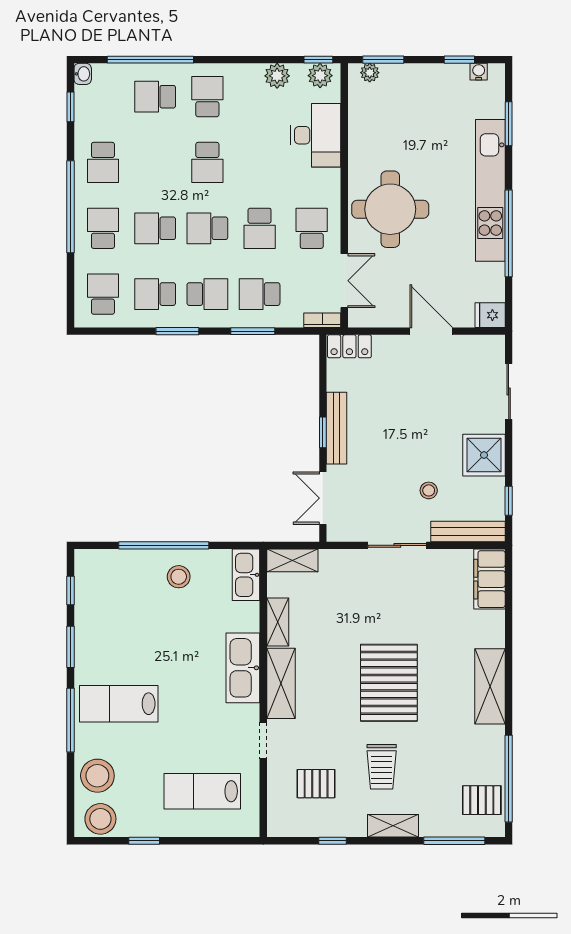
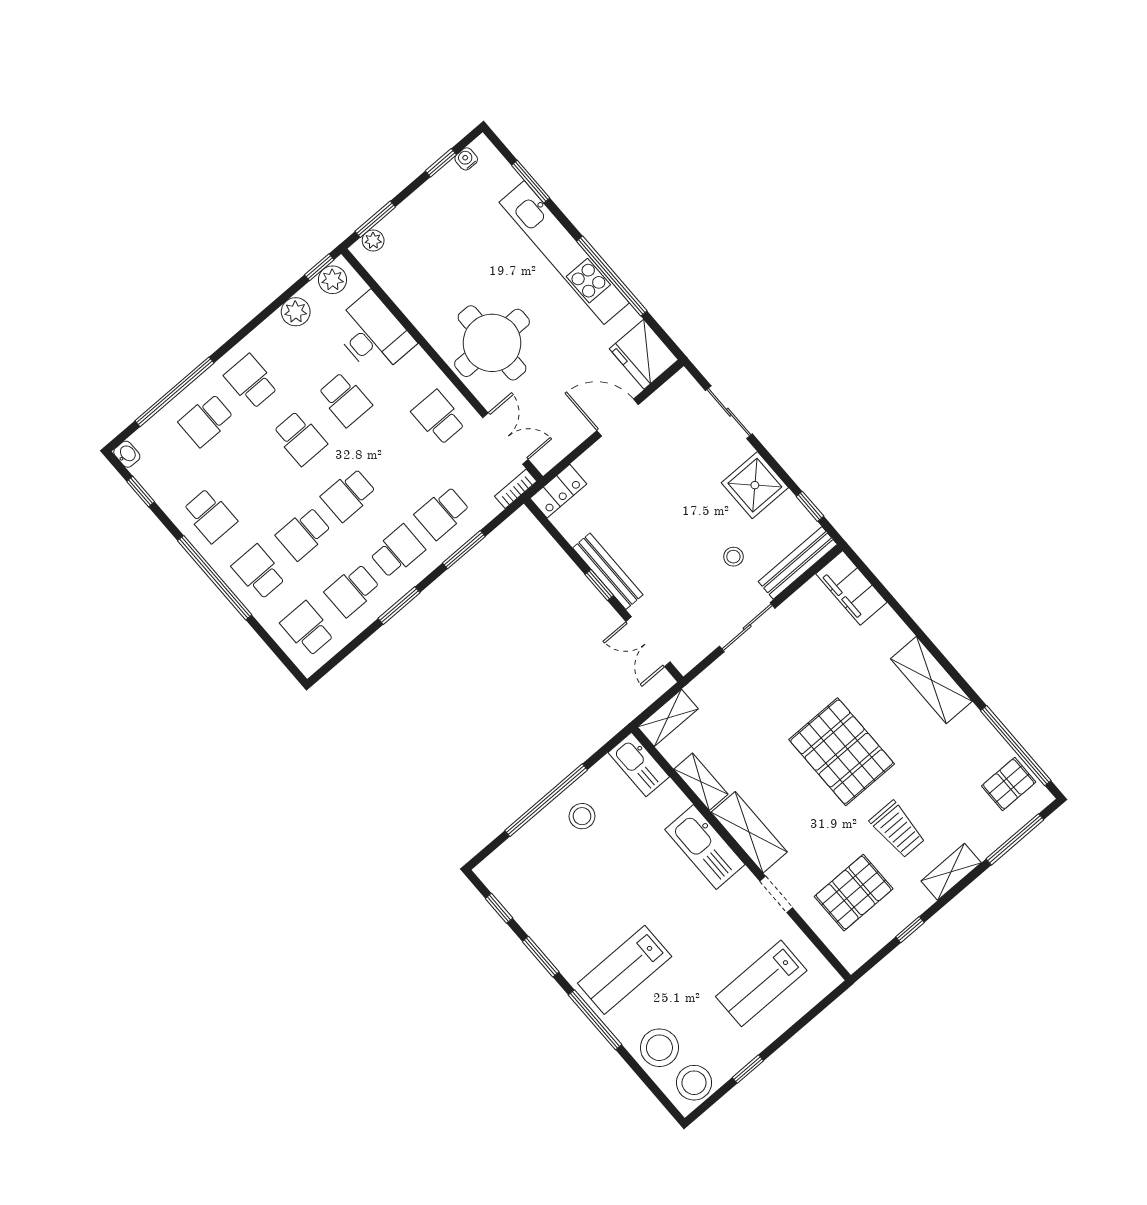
school desk: (260, 228) -> (345, 399), moved
fridge: (490, 315) -> (644, 354), width x1.88, depth x1.34
pallet: (316, 784) -> (854, 893), width x1.50, depth x1.42

